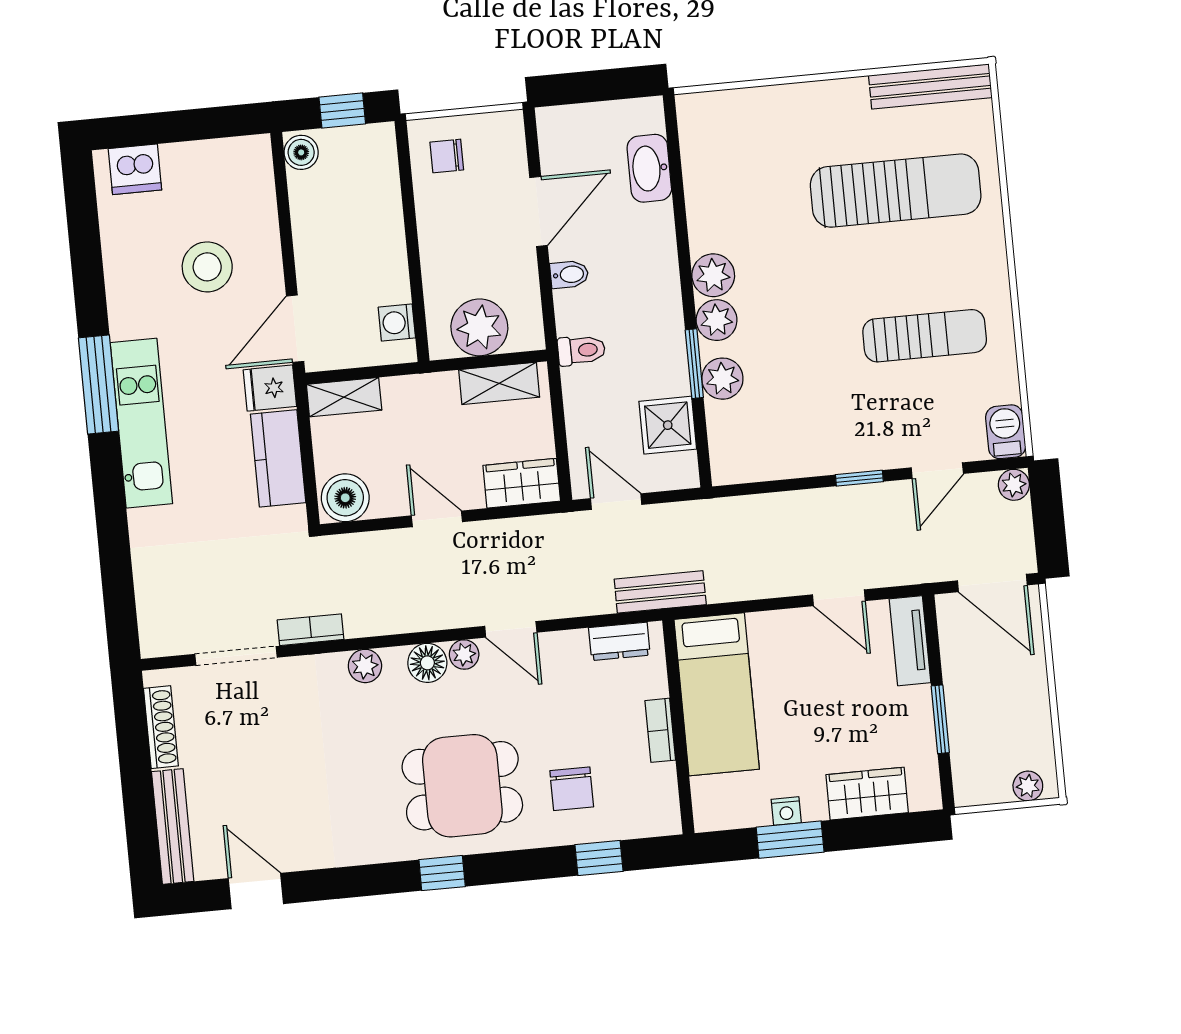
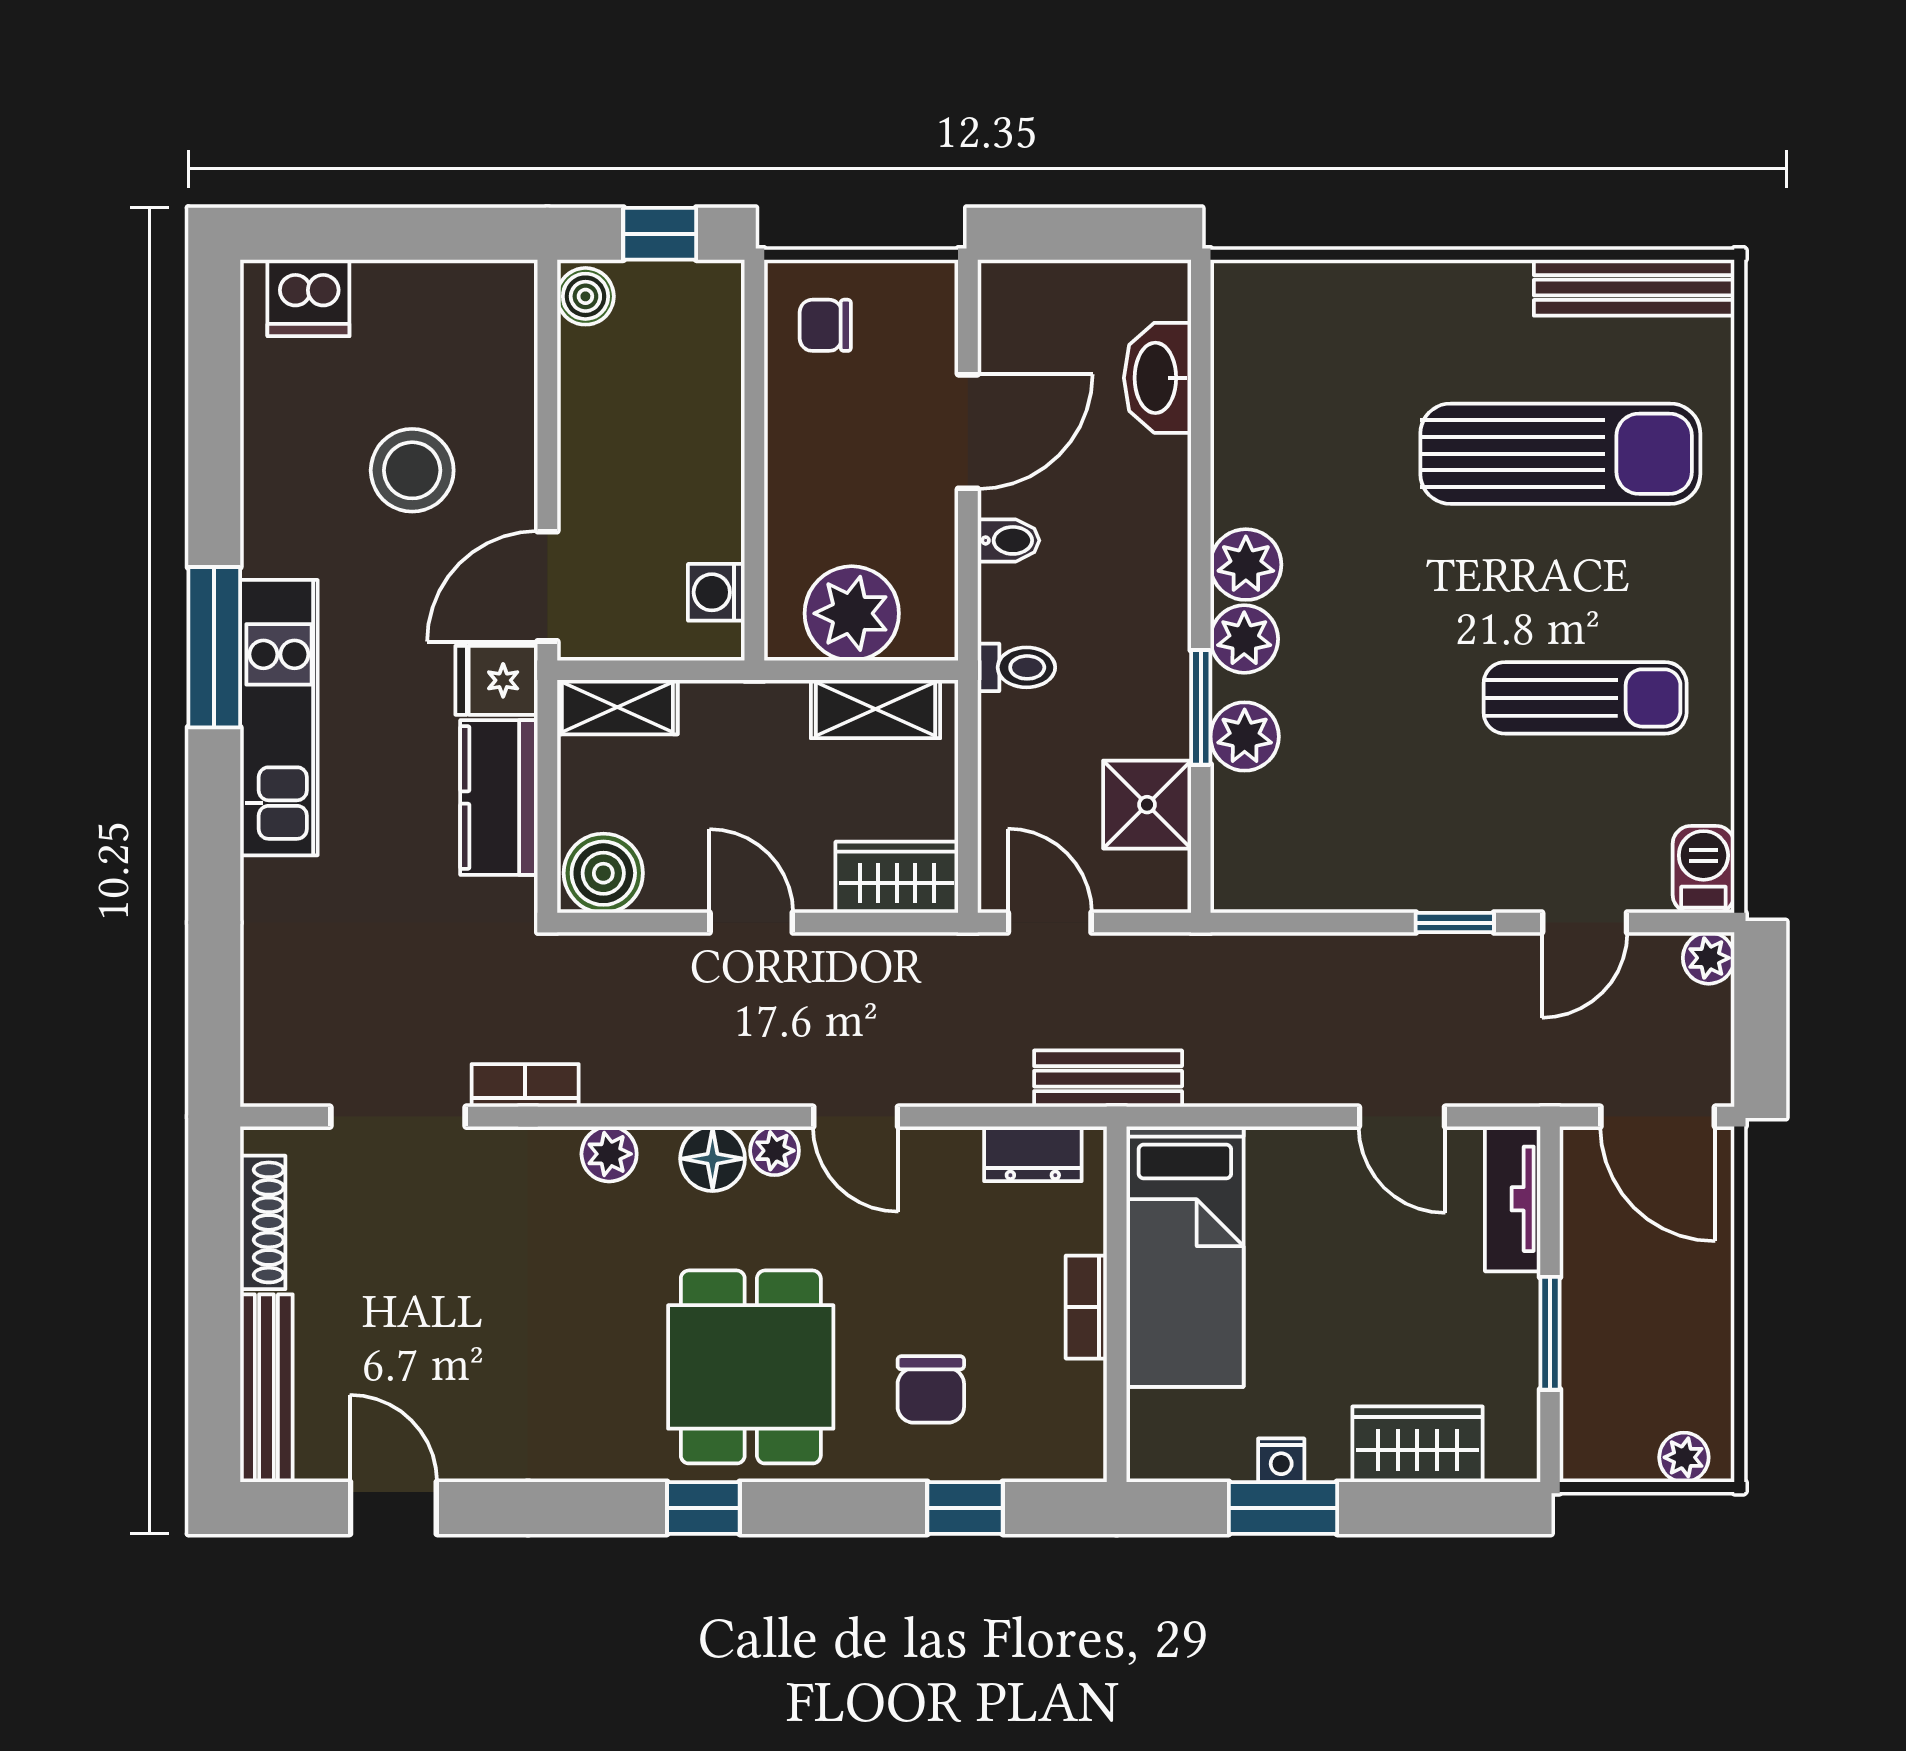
dining table: (462, 786) -> (751, 1367), turned 90

